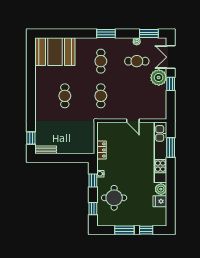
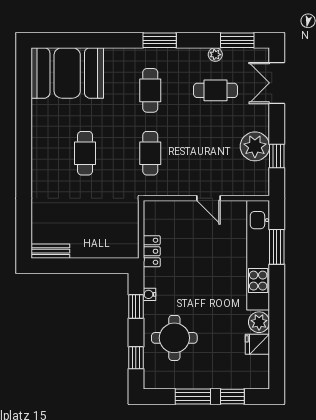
plant: (159, 78) -> (255, 146), moved
window: (171, 84) -> (277, 156), moved
window: (31, 138) -> (24, 230), removed

